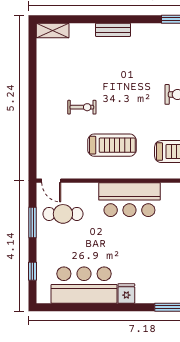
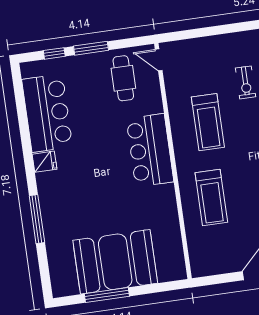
door: (51, 181) -> (159, 60), hinge flipped
window: (33, 222) -> (91, 48), moved

